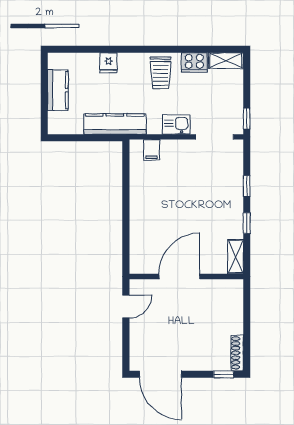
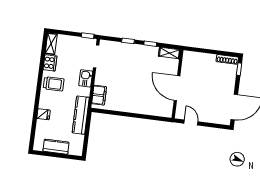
filing cabinet: (151, 150) -> (99, 95), width x2.00

